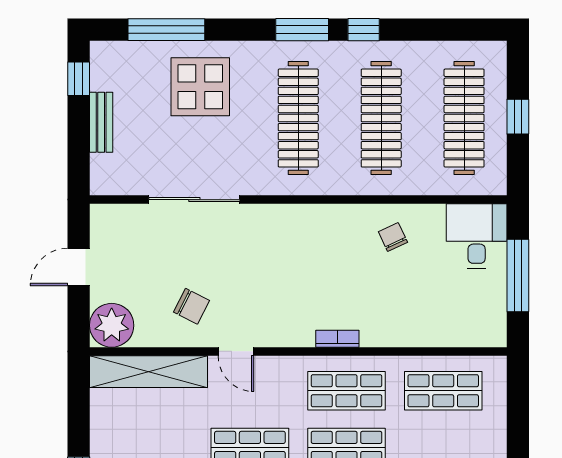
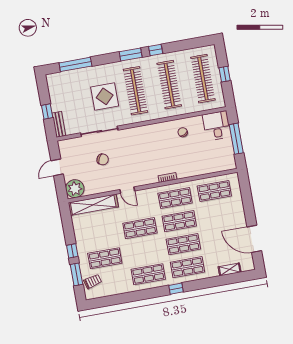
window: (79, 79) -> (47, 111), moved
display table: (200, 87) -> (105, 96), moved
bench: (101, 122) -> (59, 124), moved
chair: (192, 306) -> (103, 159), moved

